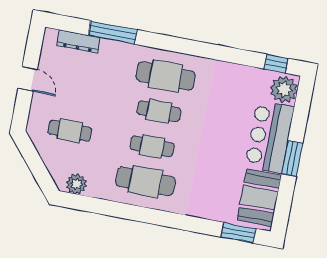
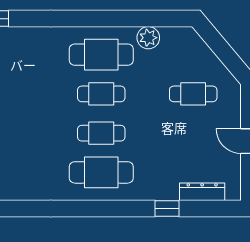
window: (113, 32) -> (167, 209), width x0.46
plant: (76, 184) -> (148, 38), moved

